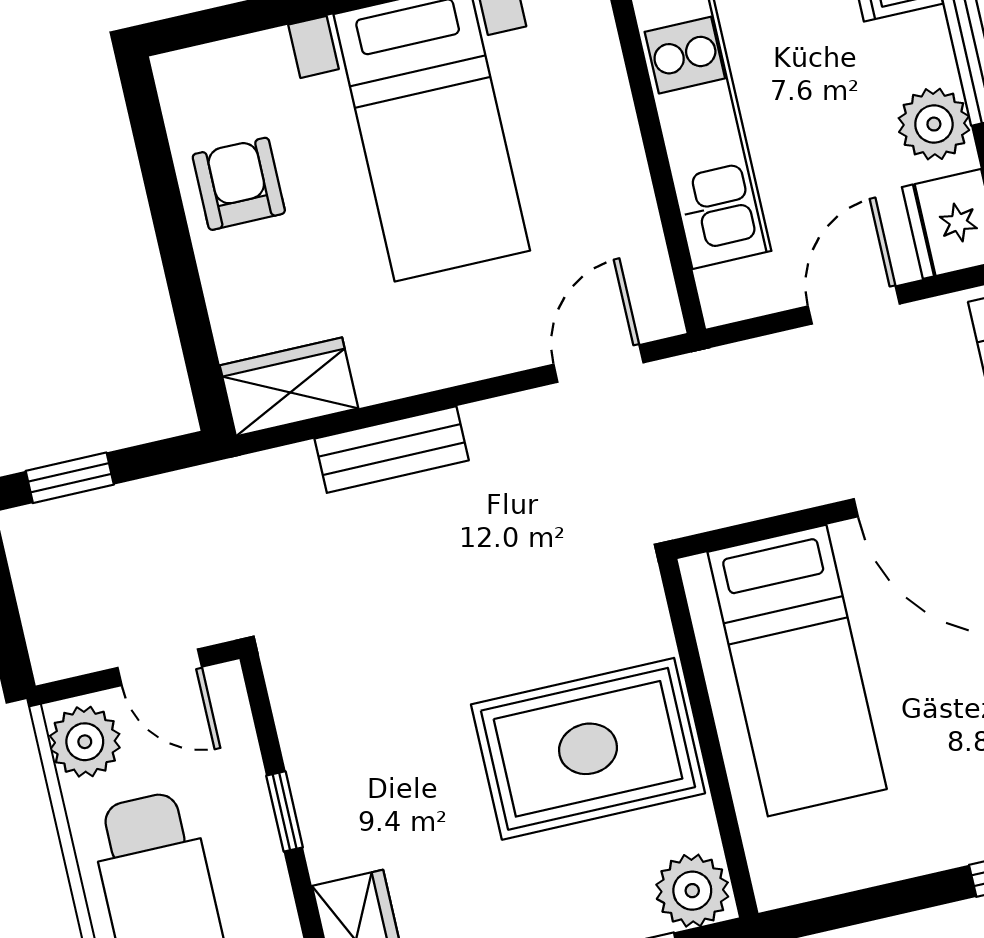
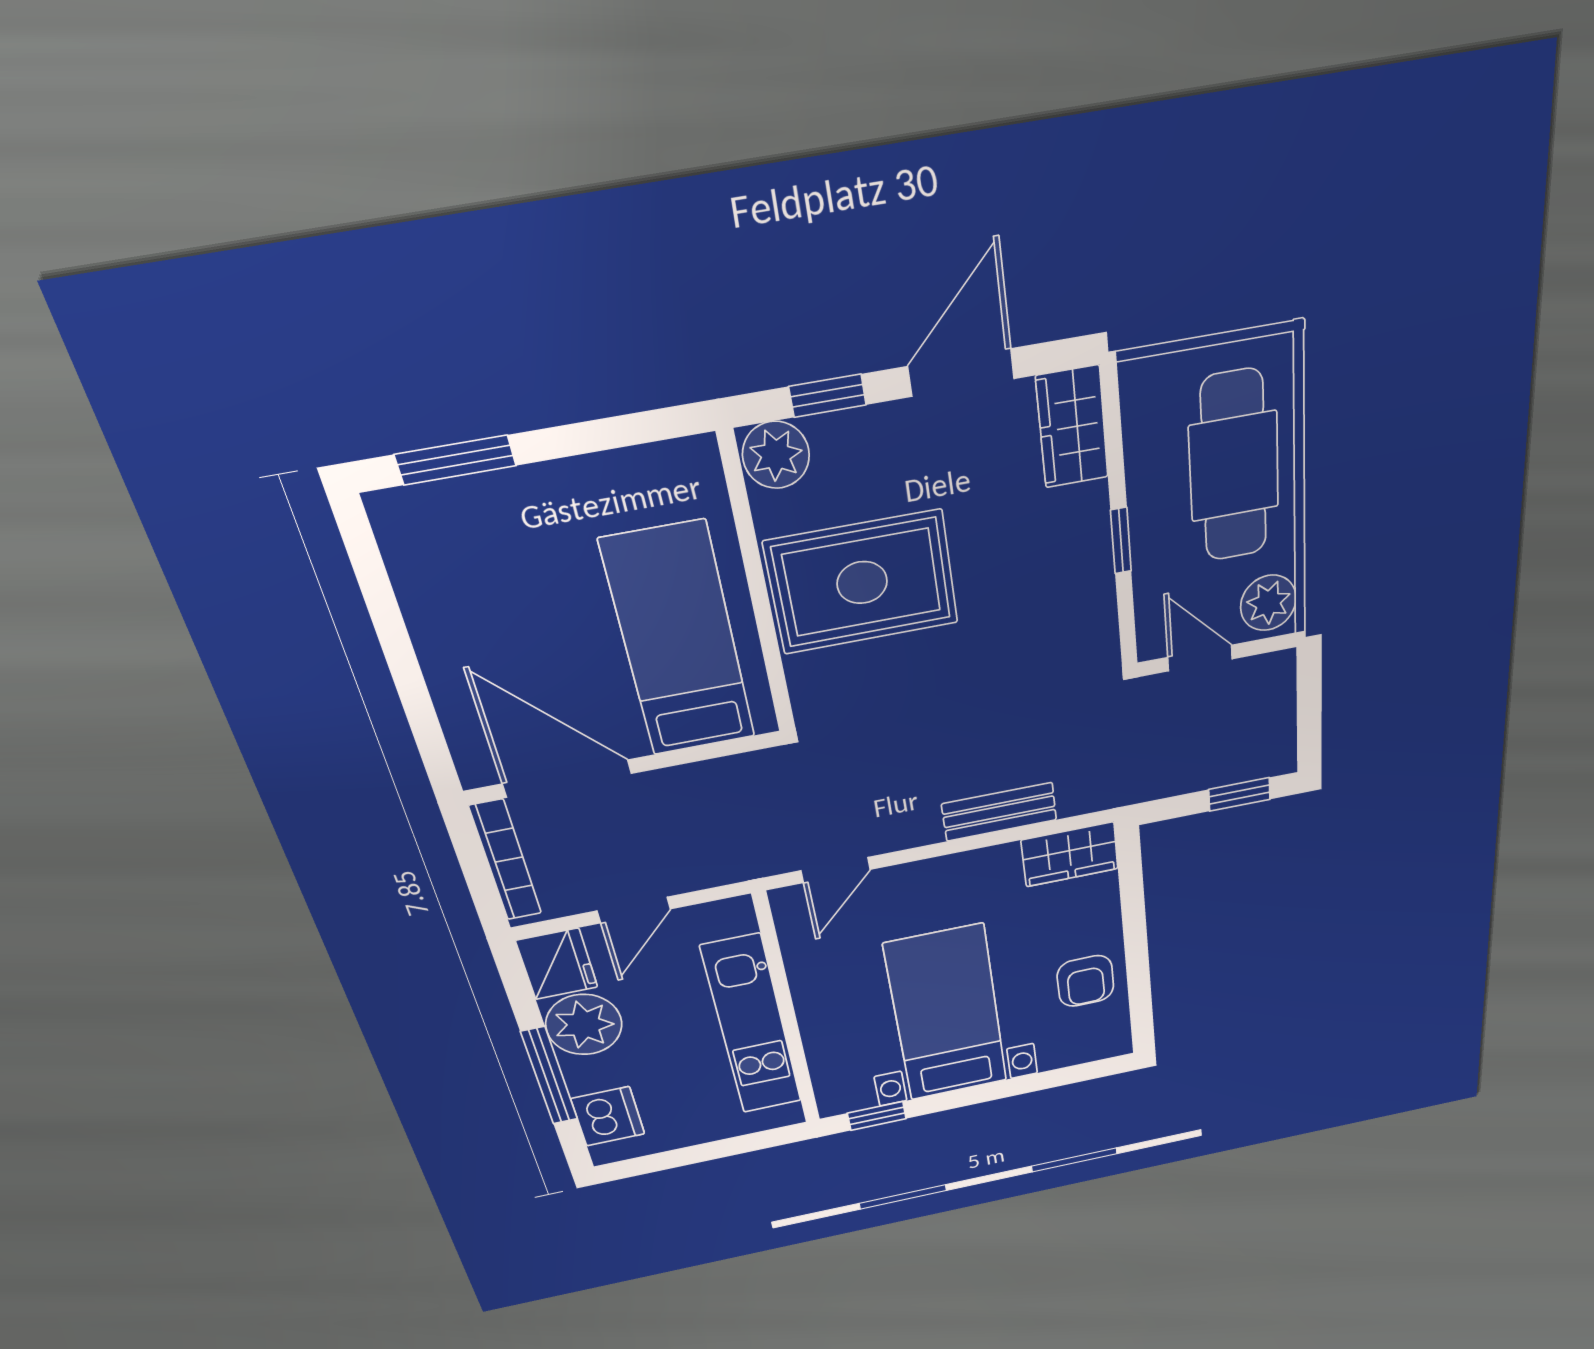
plant: (934, 124) -> (584, 1025), width x1.36, depth x1.36

